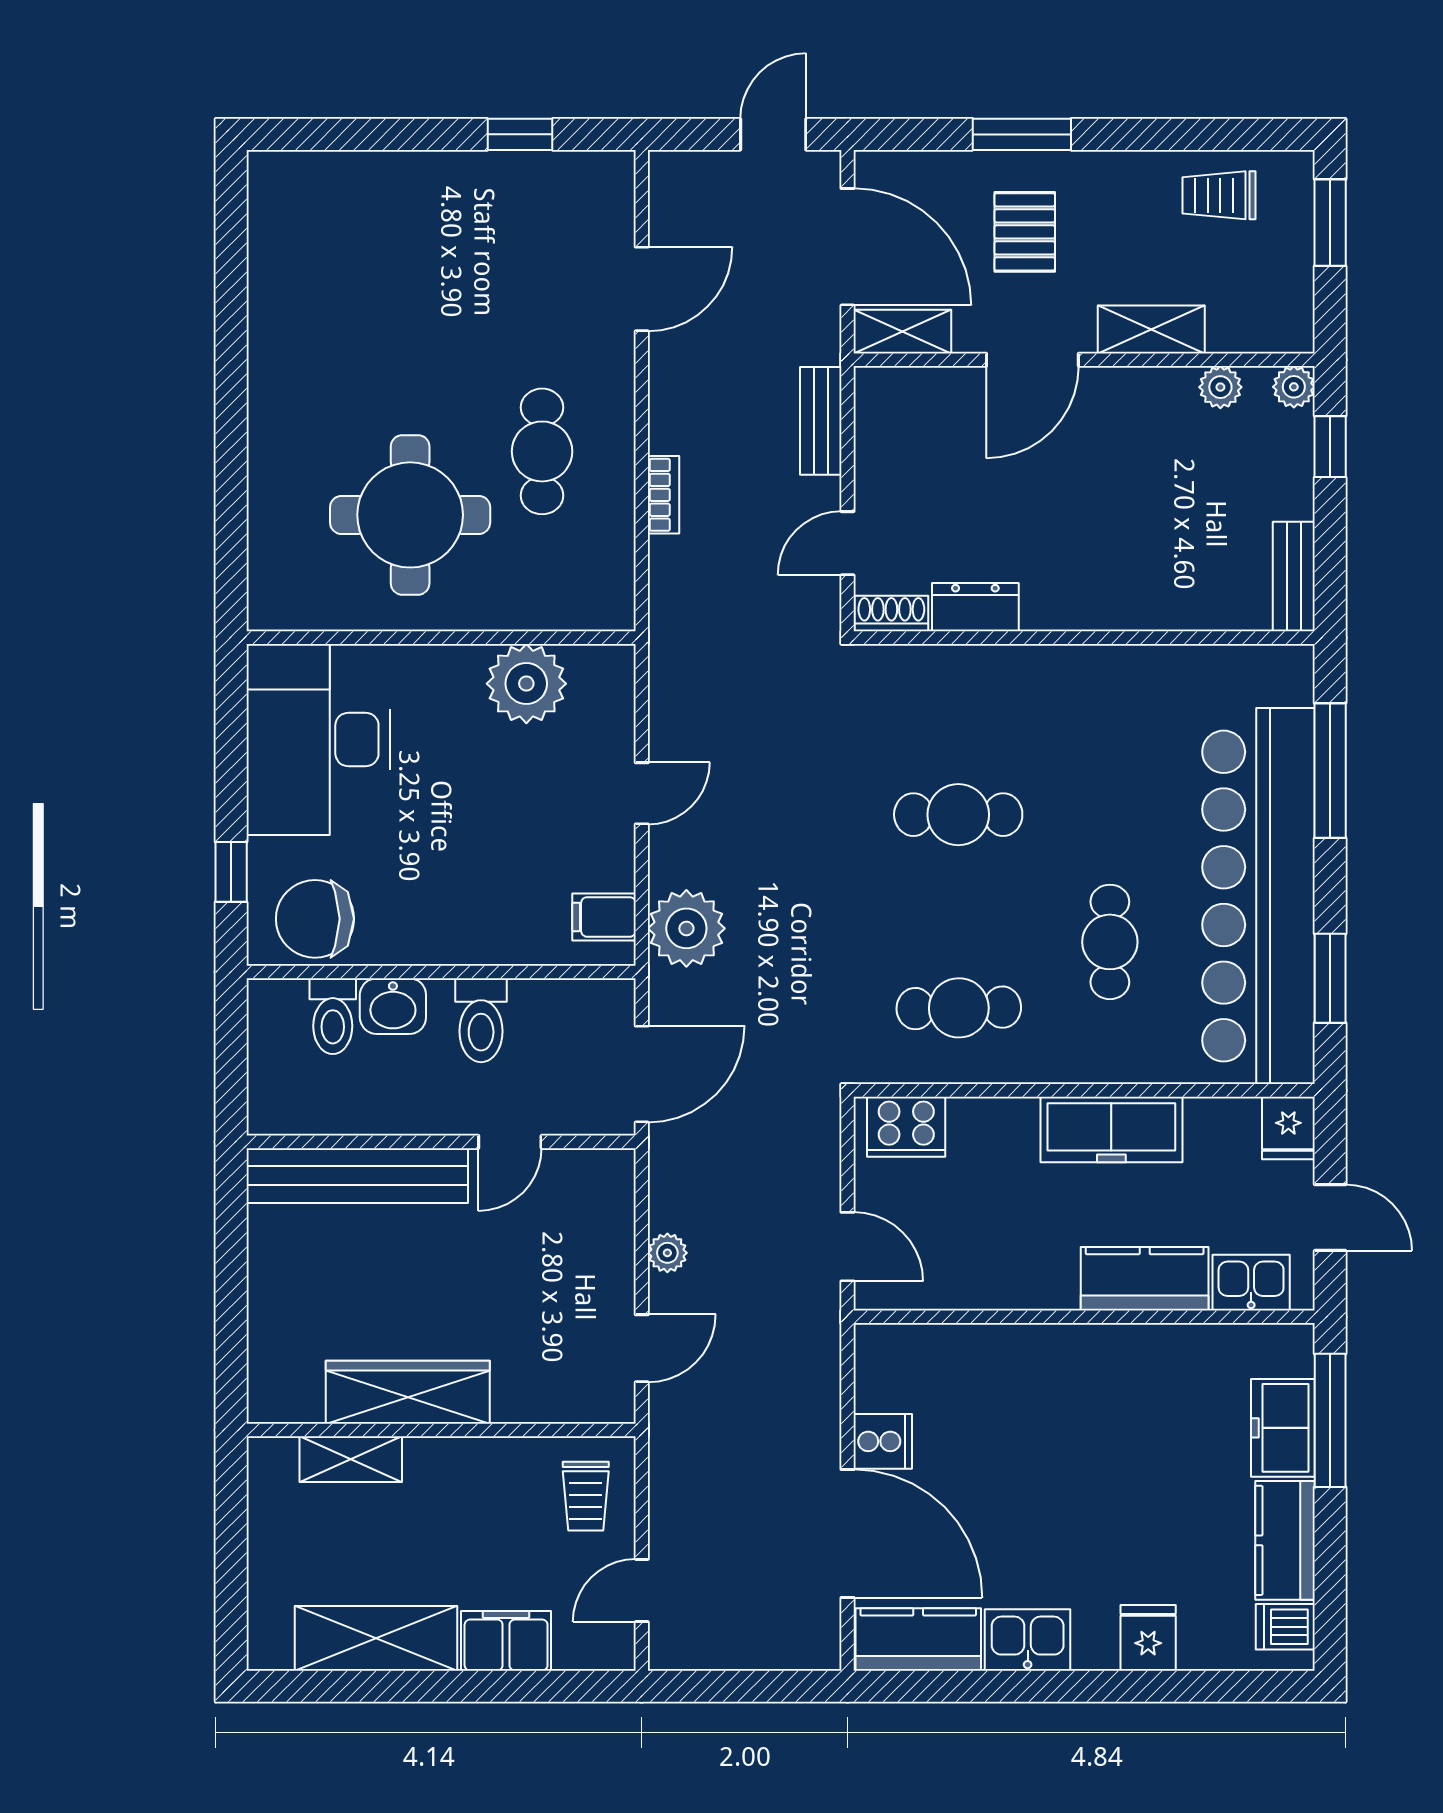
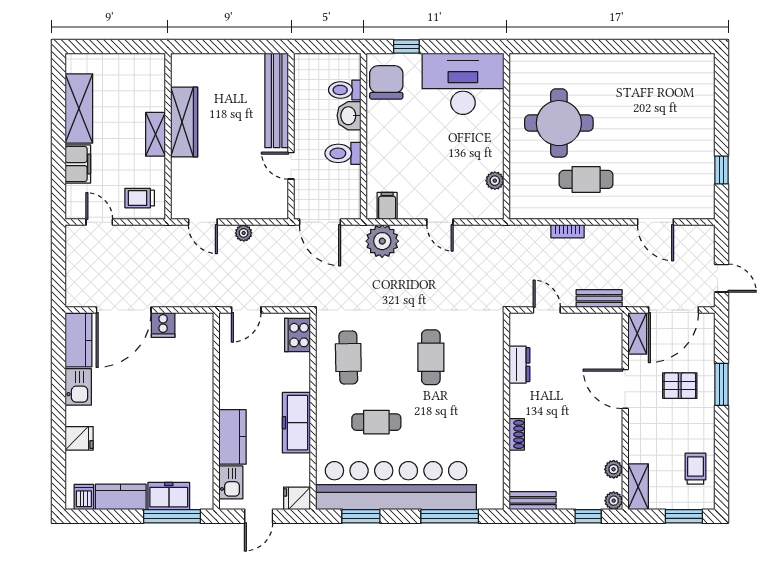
shelving: (1151, 330) -> (638, 487), moved
shoe rack: (891, 614) -> (517, 434), moved
plant: (526, 684) -> (495, 181), width x0.53, depth x0.53
shelving: (351, 1459) -> (155, 134), moved

